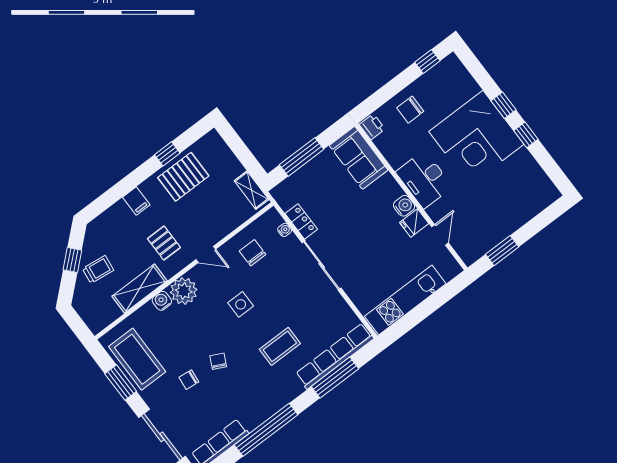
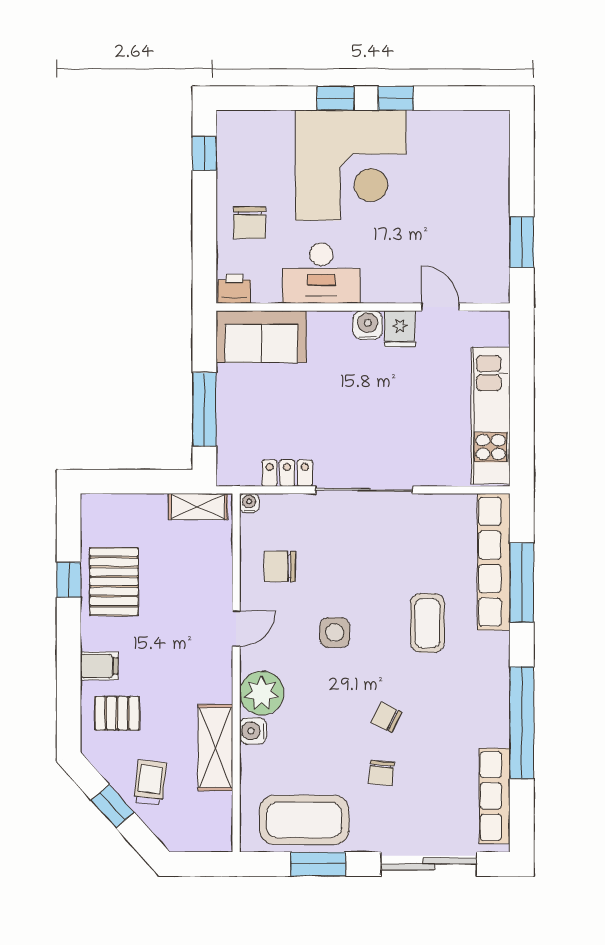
desk: (424, 179) -> (321, 273), moved
water cooler: (285, 230) -> (249, 503), moved
pallet: (164, 243) -> (117, 713), moved

